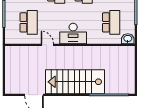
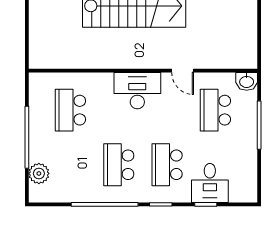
washbasin: (128, 39) -> (247, 81), moved

